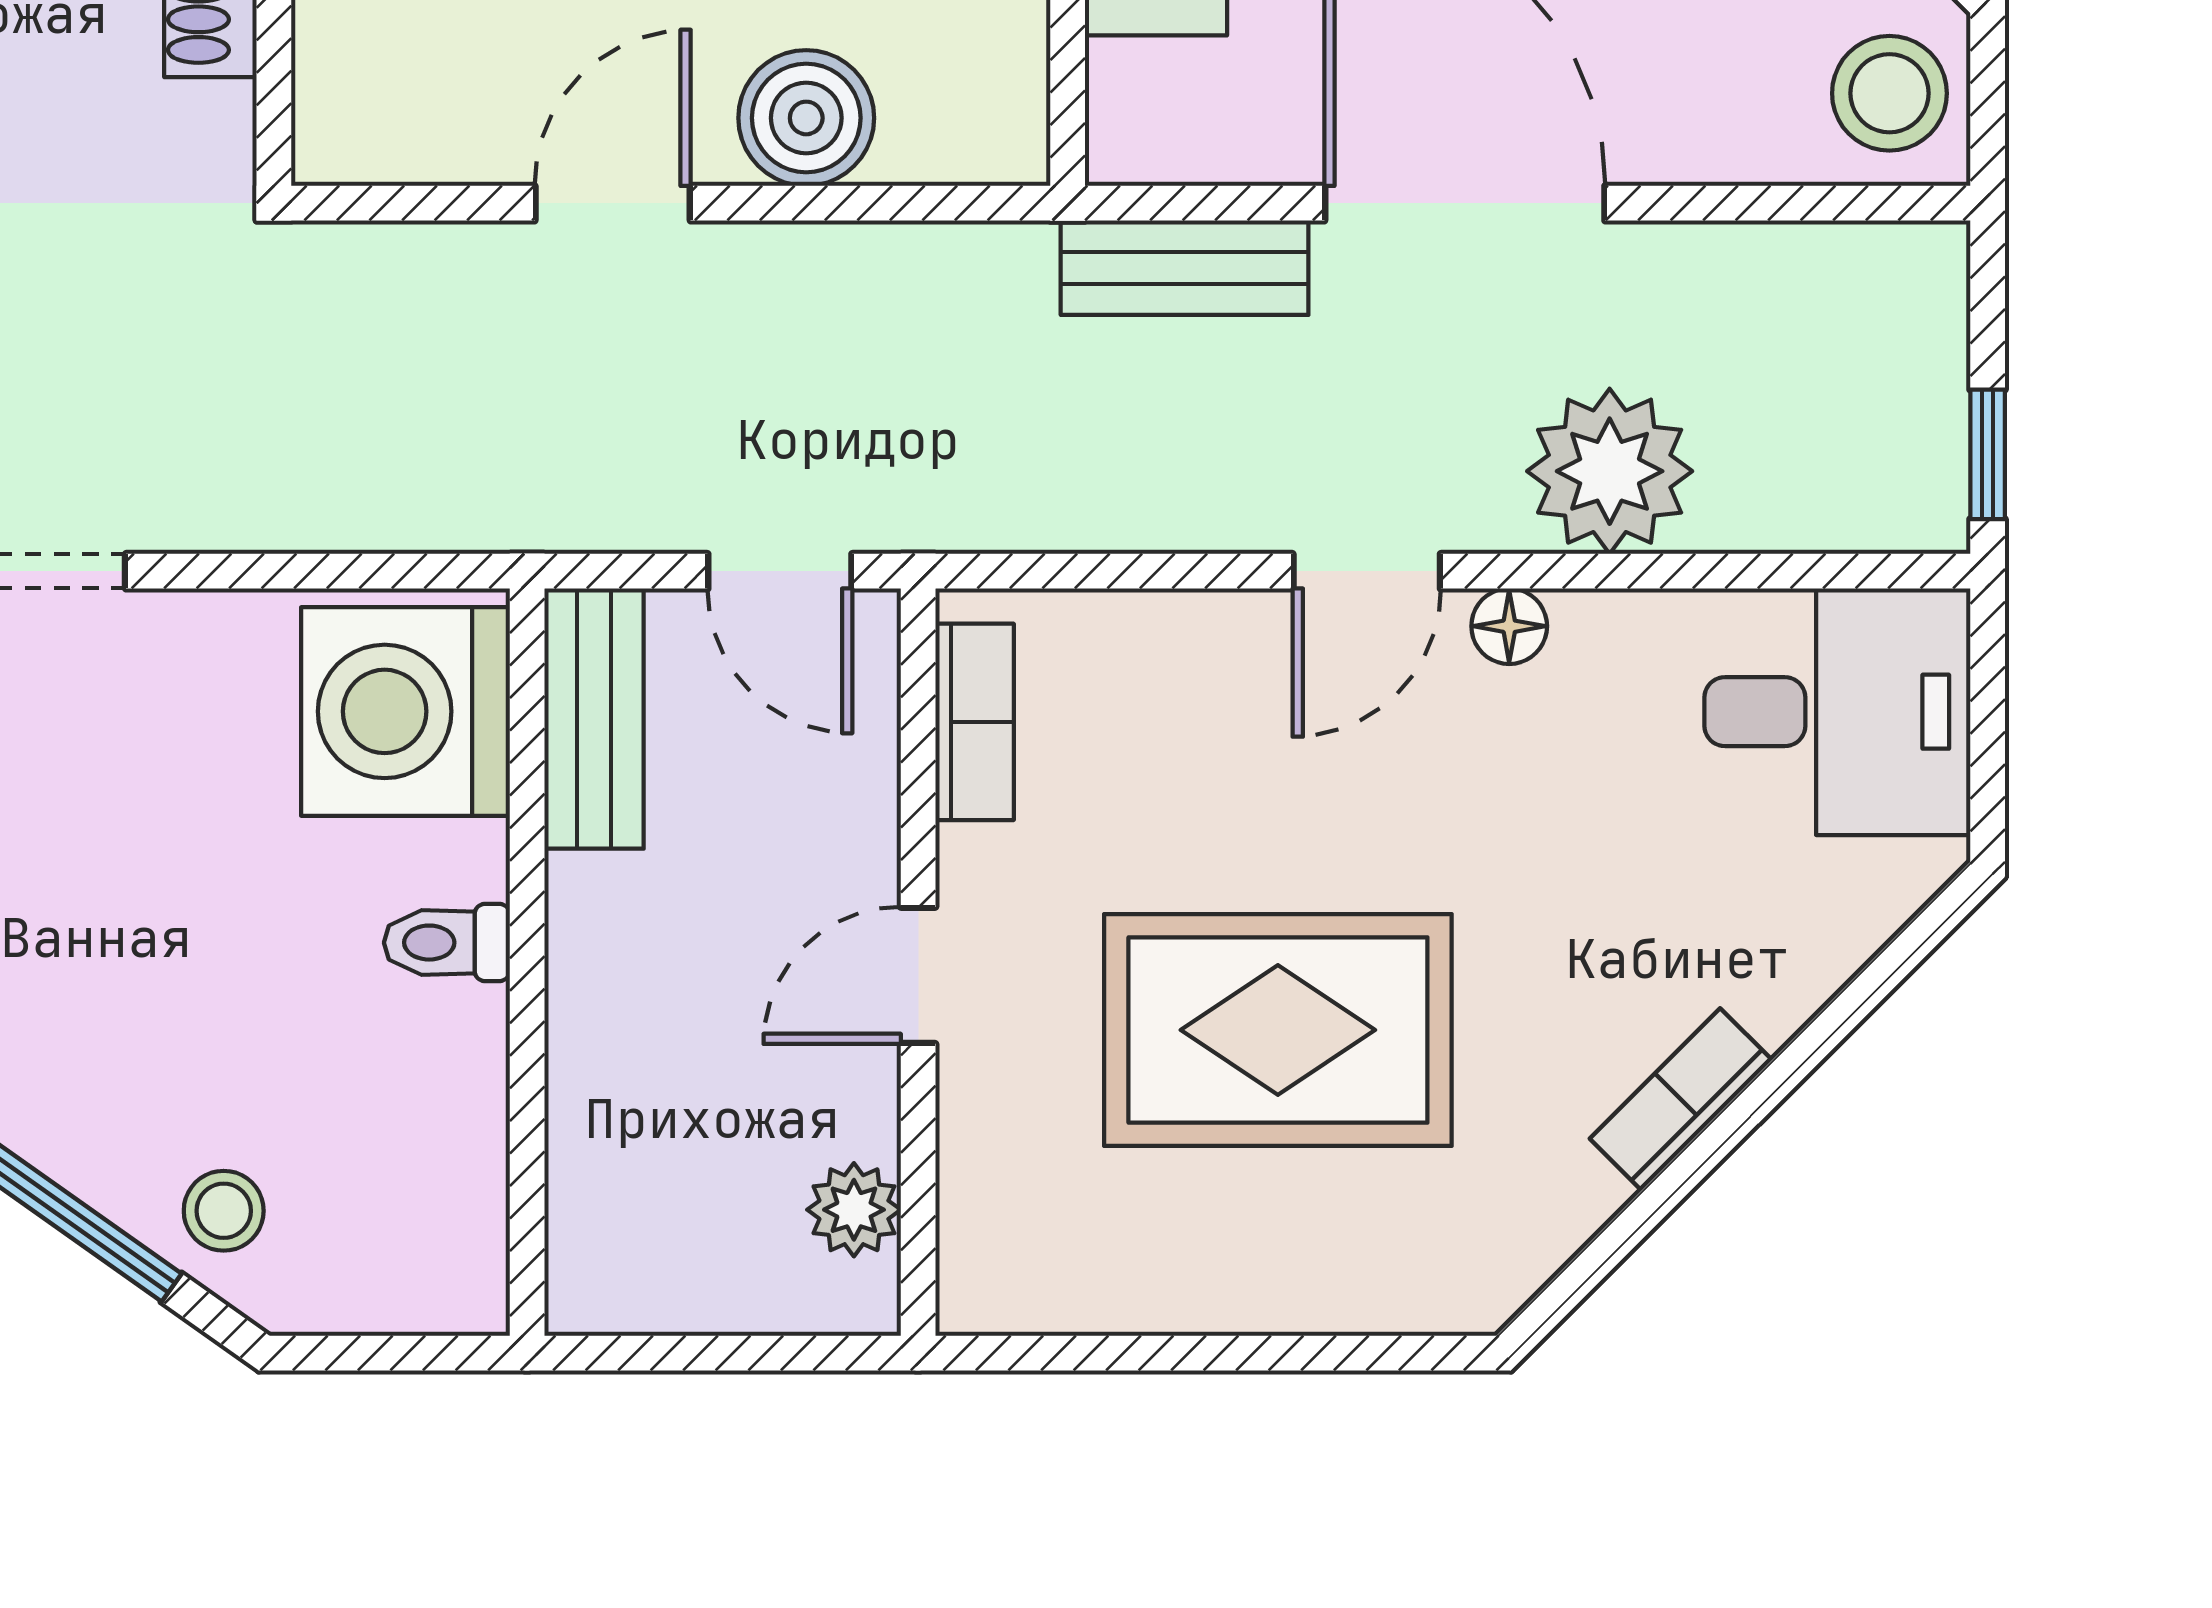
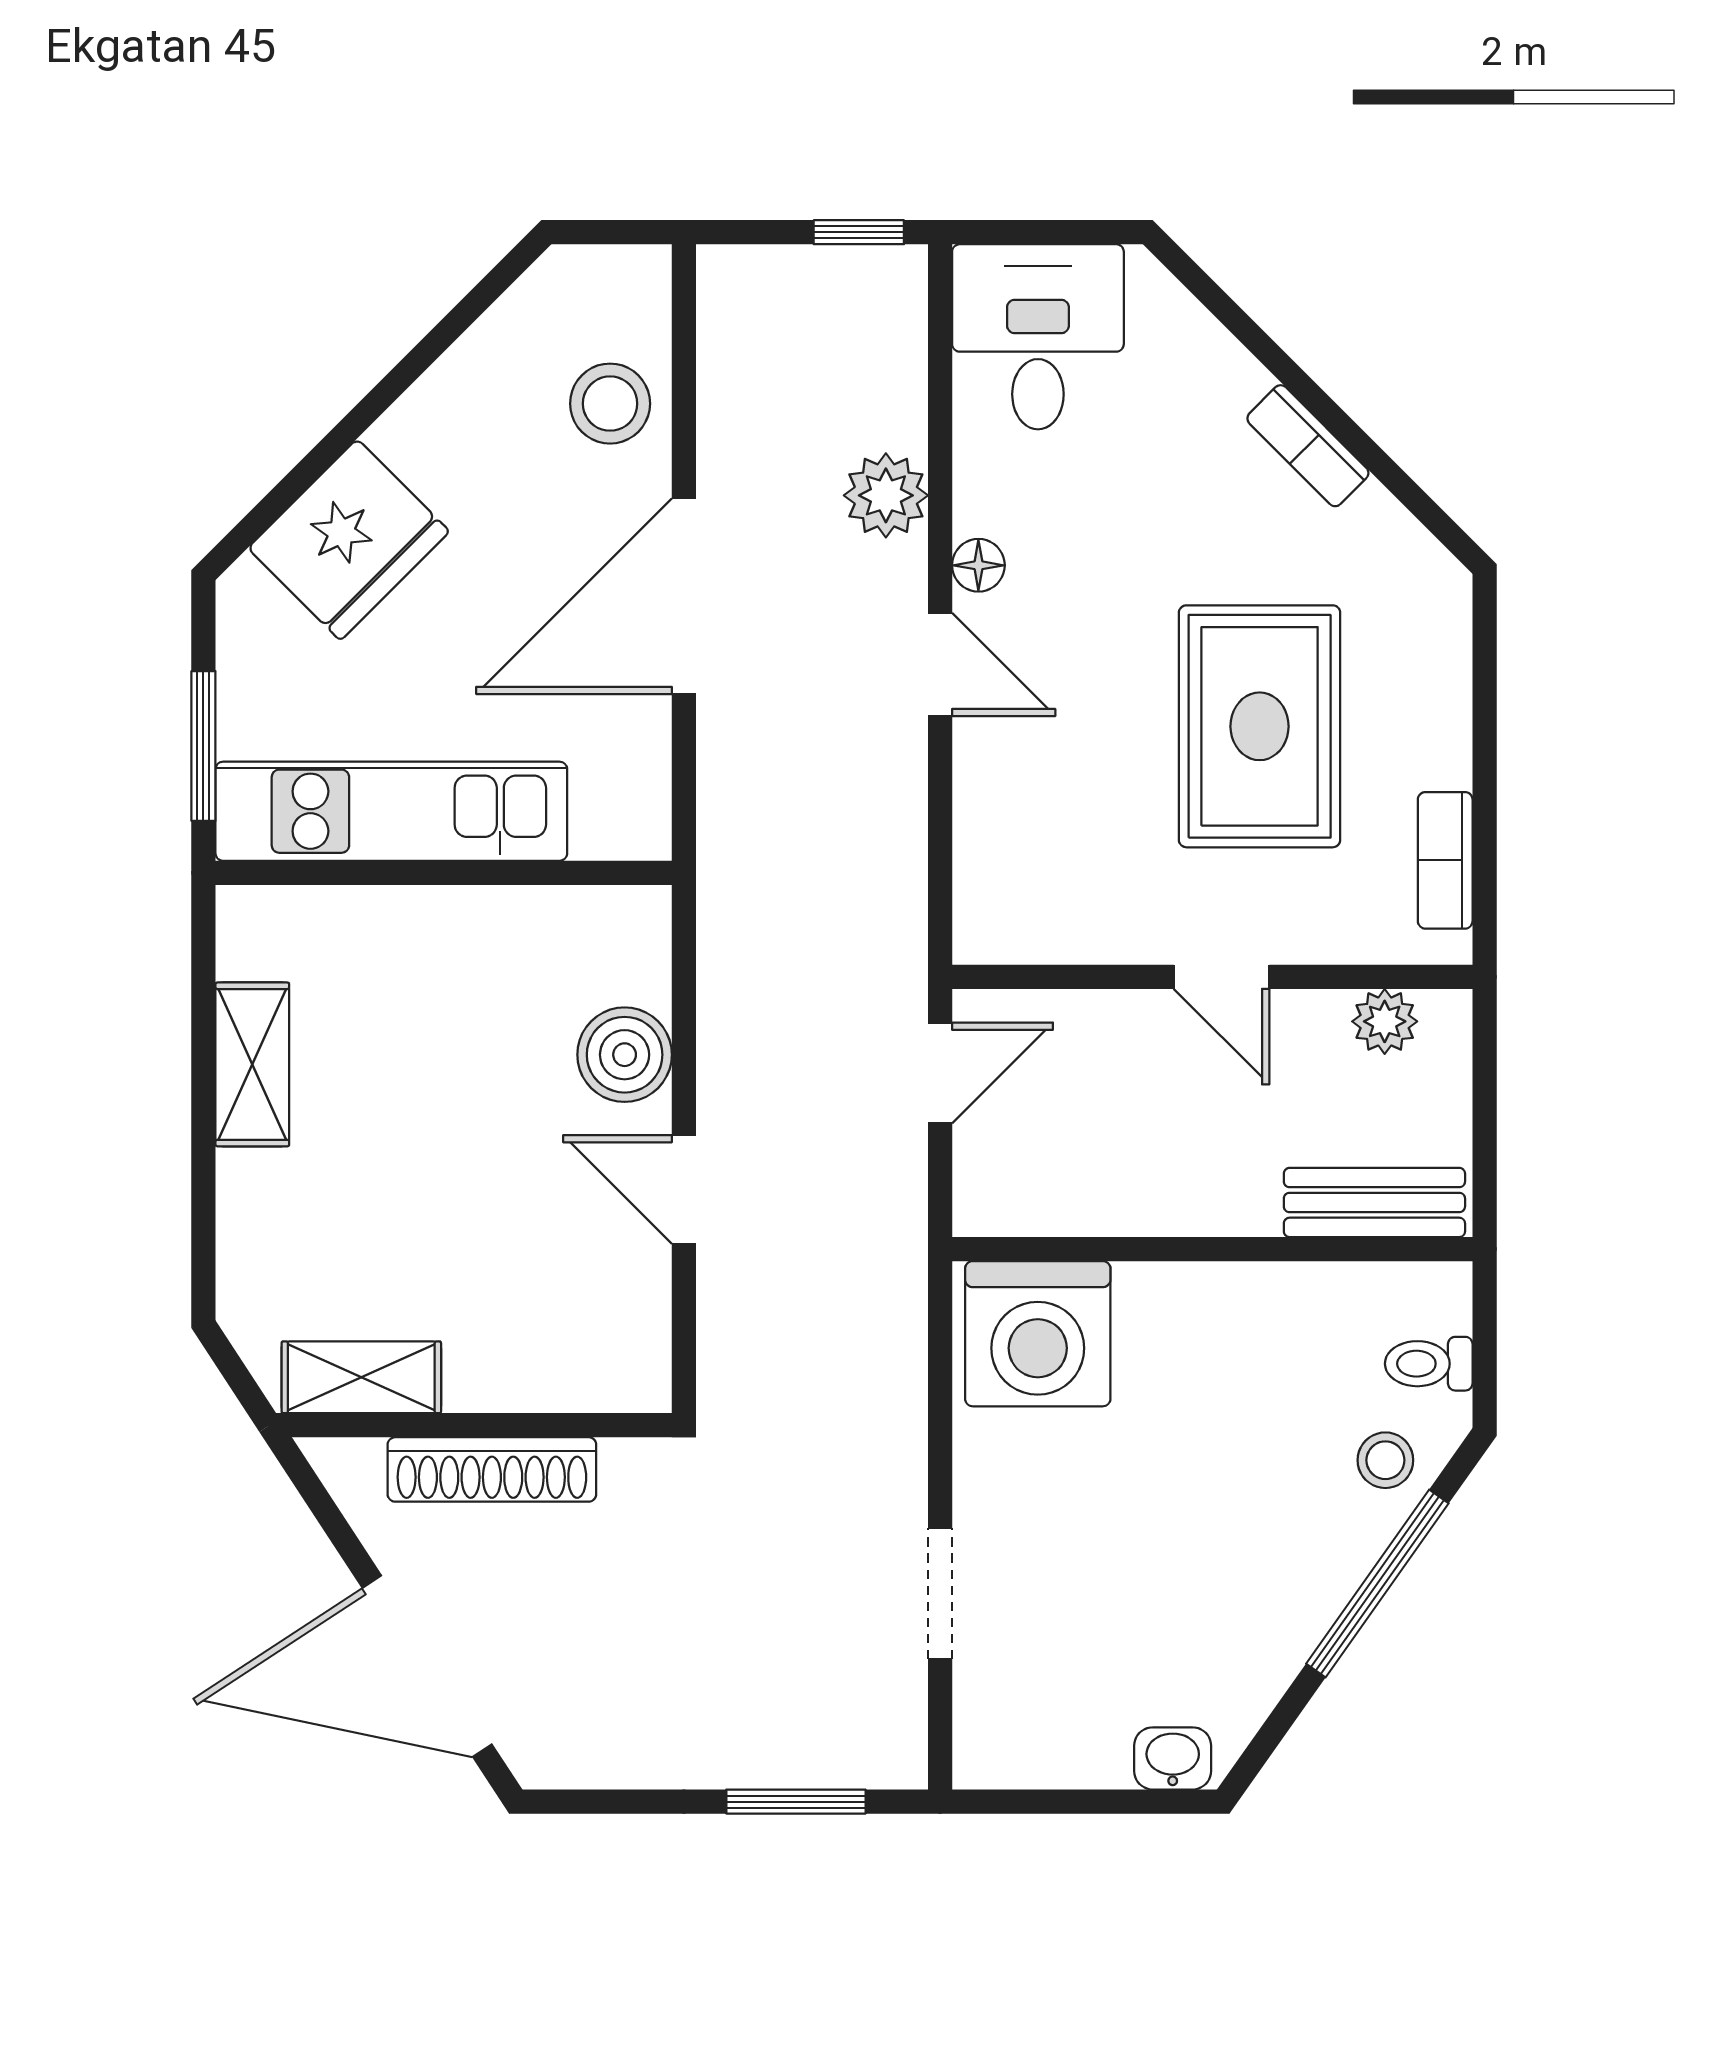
stool: (1889, 93) -> (610, 404), moved
bench: (1185, 268) -> (729, 791), removed
plant: (1610, 471) -> (886, 495), width x0.73, depth x0.73
bench: (594, 719) -> (1374, 1202), moved
bookcase: (975, 722) -> (1445, 860), moved, turned -90
toilet: (447, 943) -> (1429, 1364), moved, turned 90

